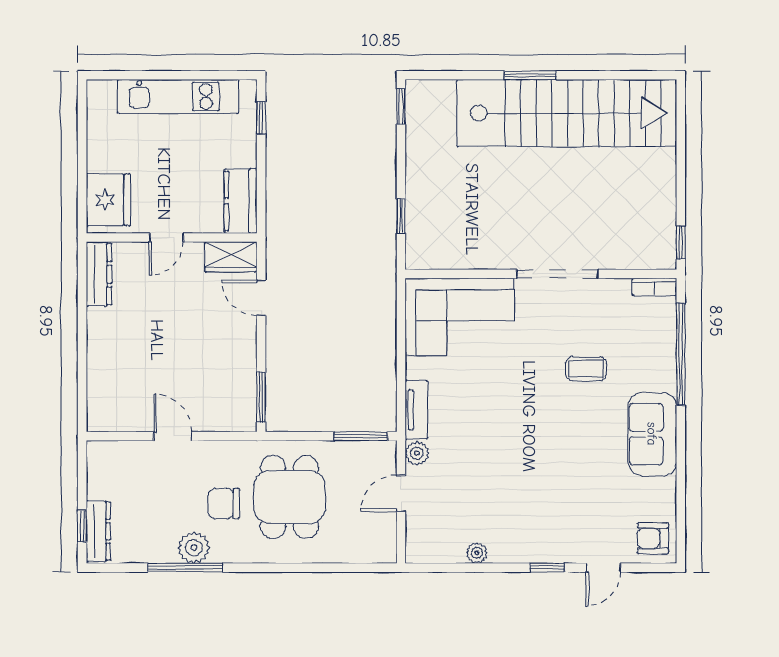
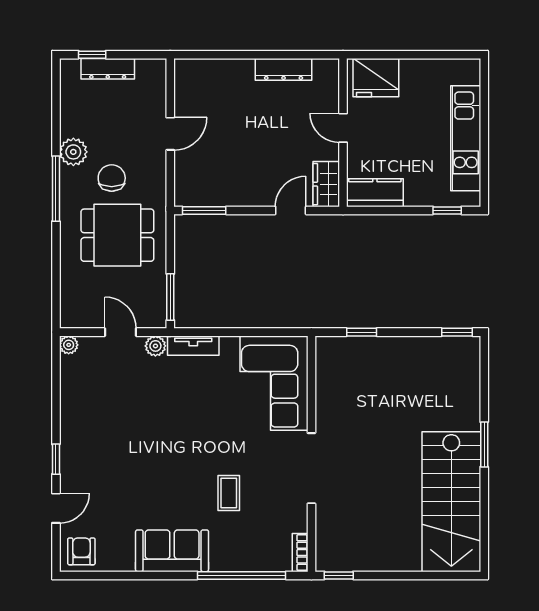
stairs: (567, 113) -> (451, 502), width x0.73
dresser: (99, 274) -> (284, 69), moved
dresser: (98, 531) -> (108, 69), moved
plant: (477, 553) -> (69, 345), moved
window: (185, 568) -> (56, 189), moved
door: (603, 568) -> (56, 508), swing flipped

